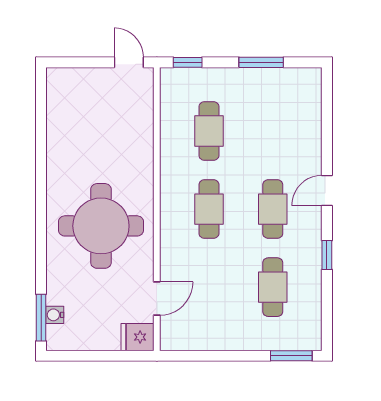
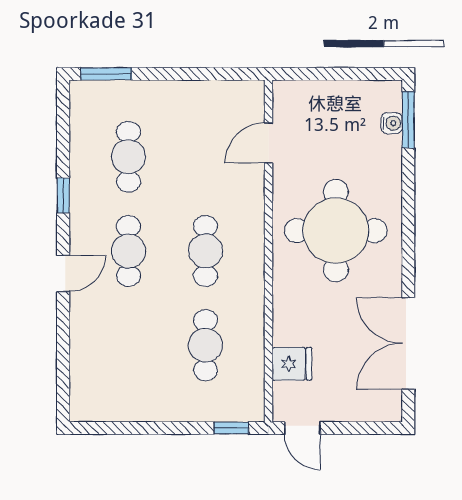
window: (261, 62) -> (143, 428), removed
double door: (41, 132) -> (408, 343), added
fridge: (137, 337) -> (292, 364), moved

